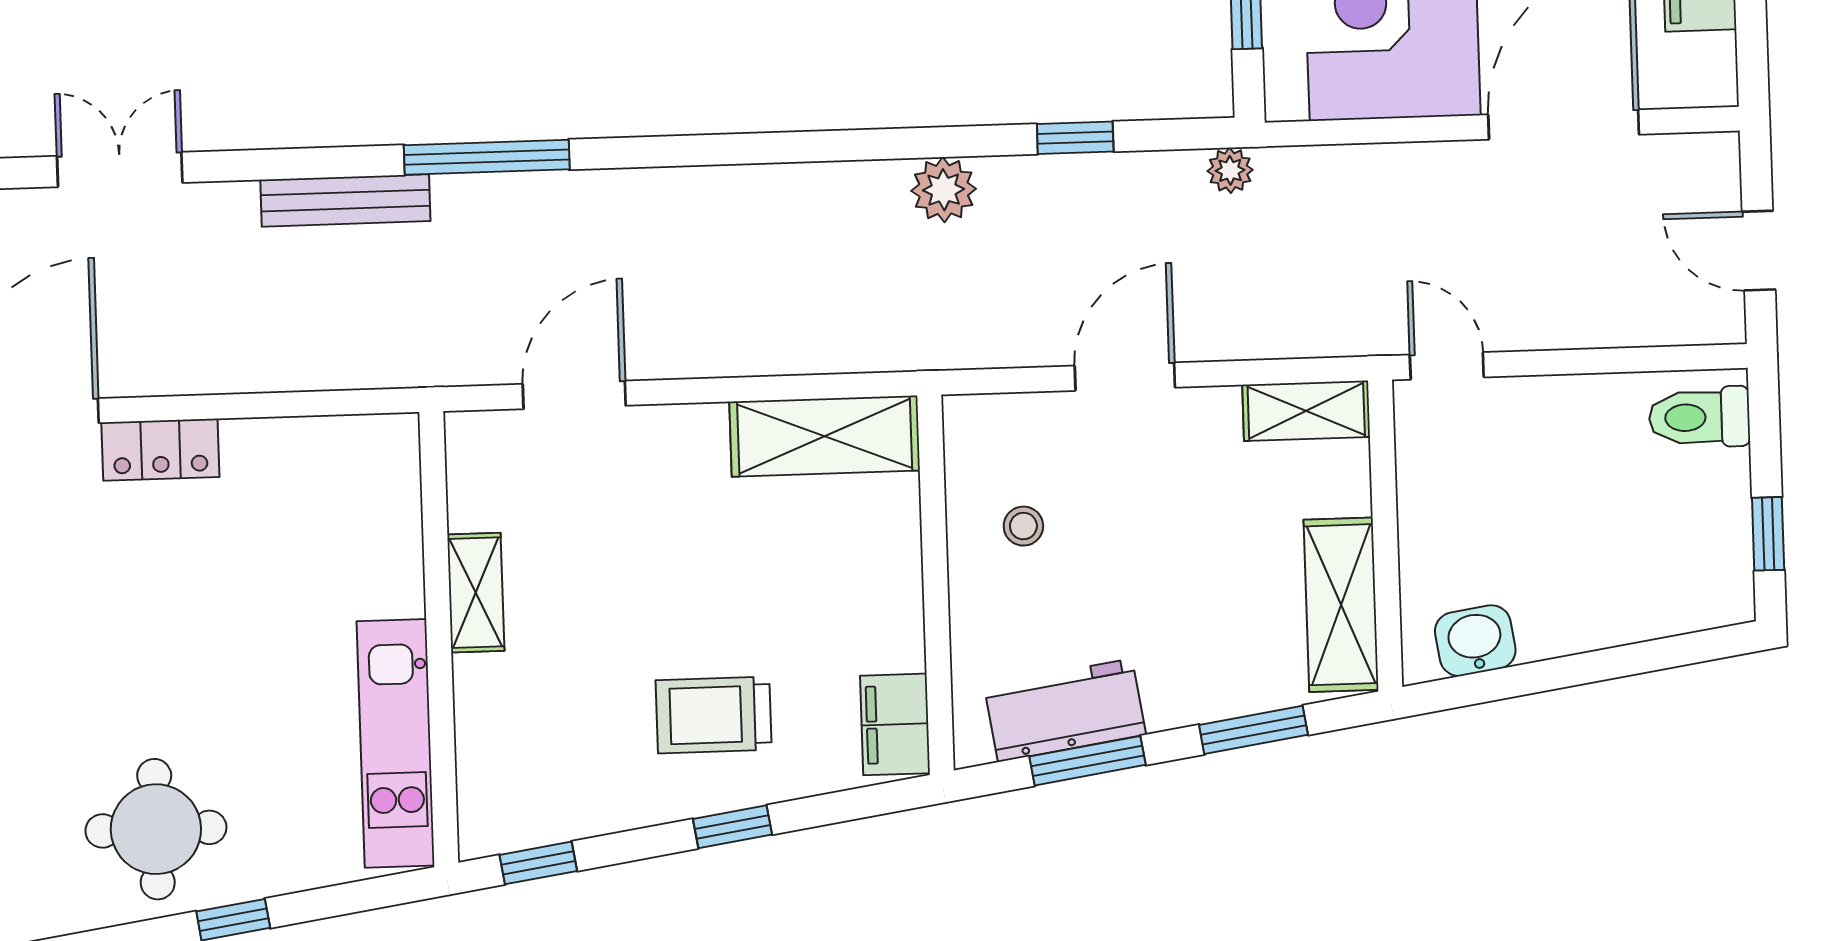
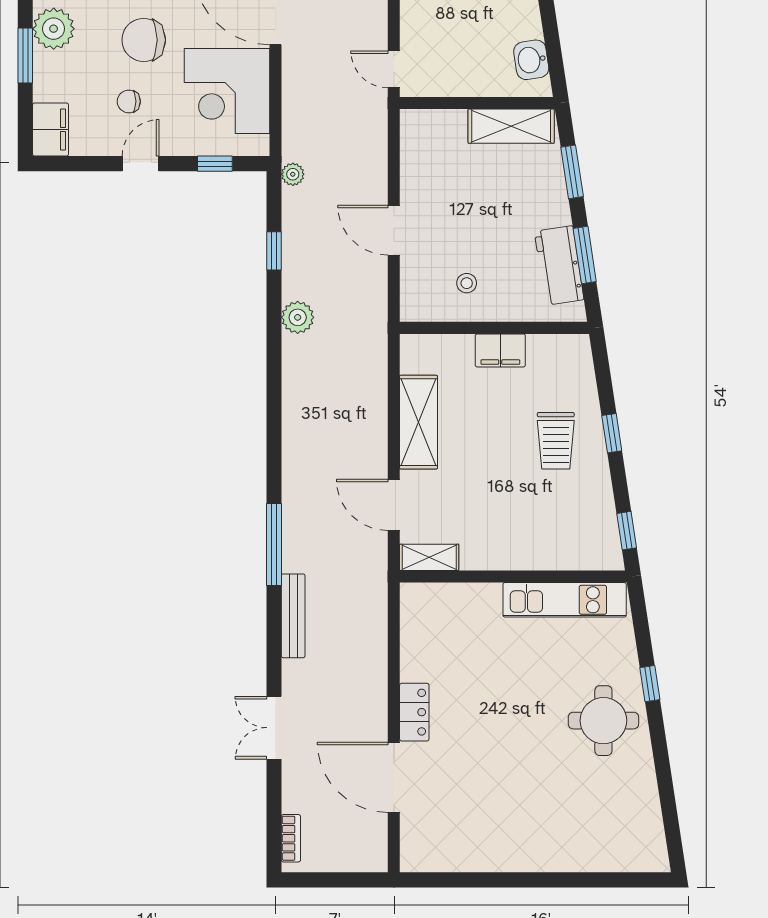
door: (1447, 366) -> (394, 69), hinge flipped
shelving: (1306, 411) -> (414, 140), removed
shelving: (825, 436) -> (419, 422), moved
shelving: (476, 593) -> (429, 557), moved
filing cabinet: (895, 724) -> (500, 350), moved

